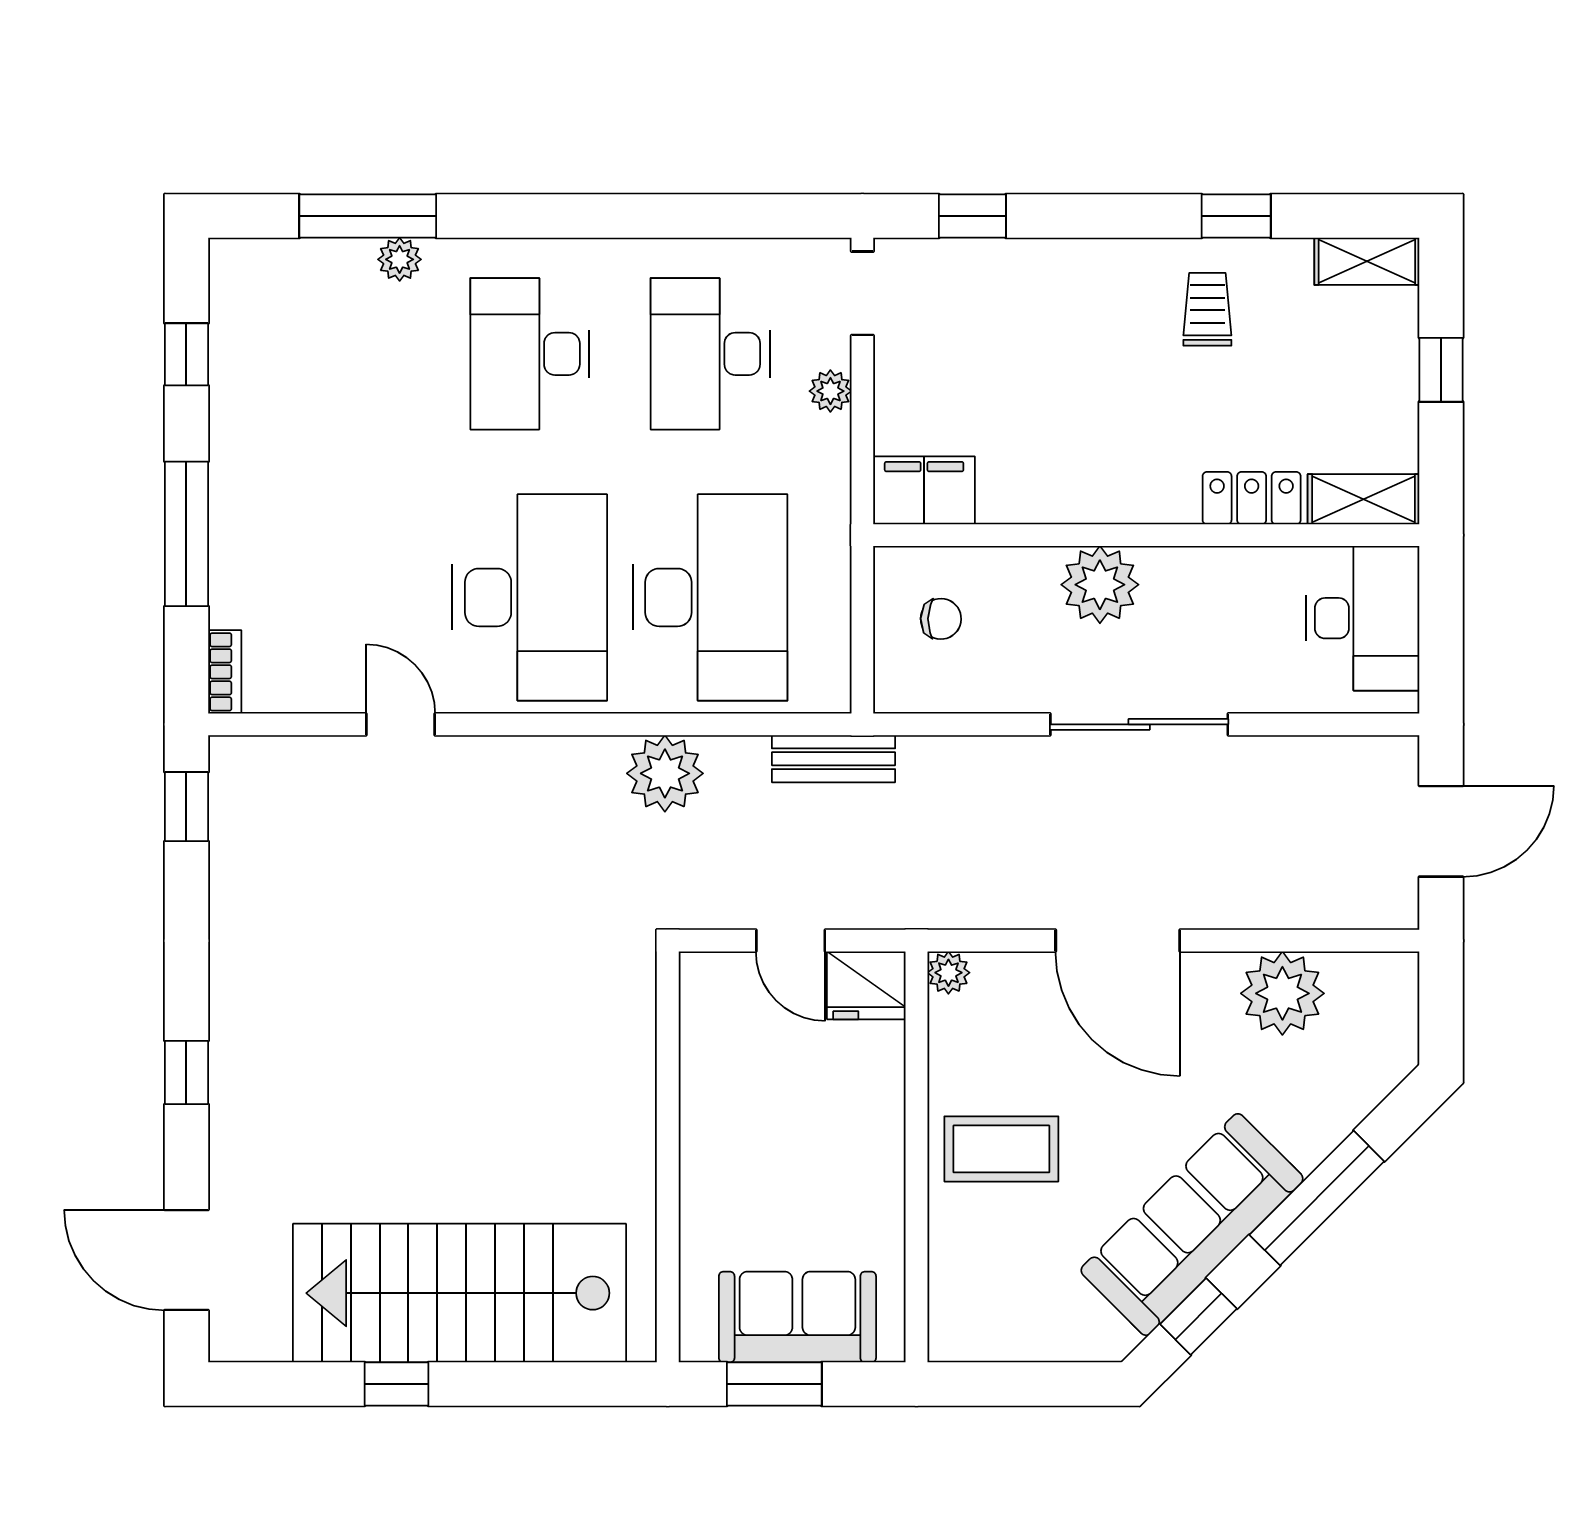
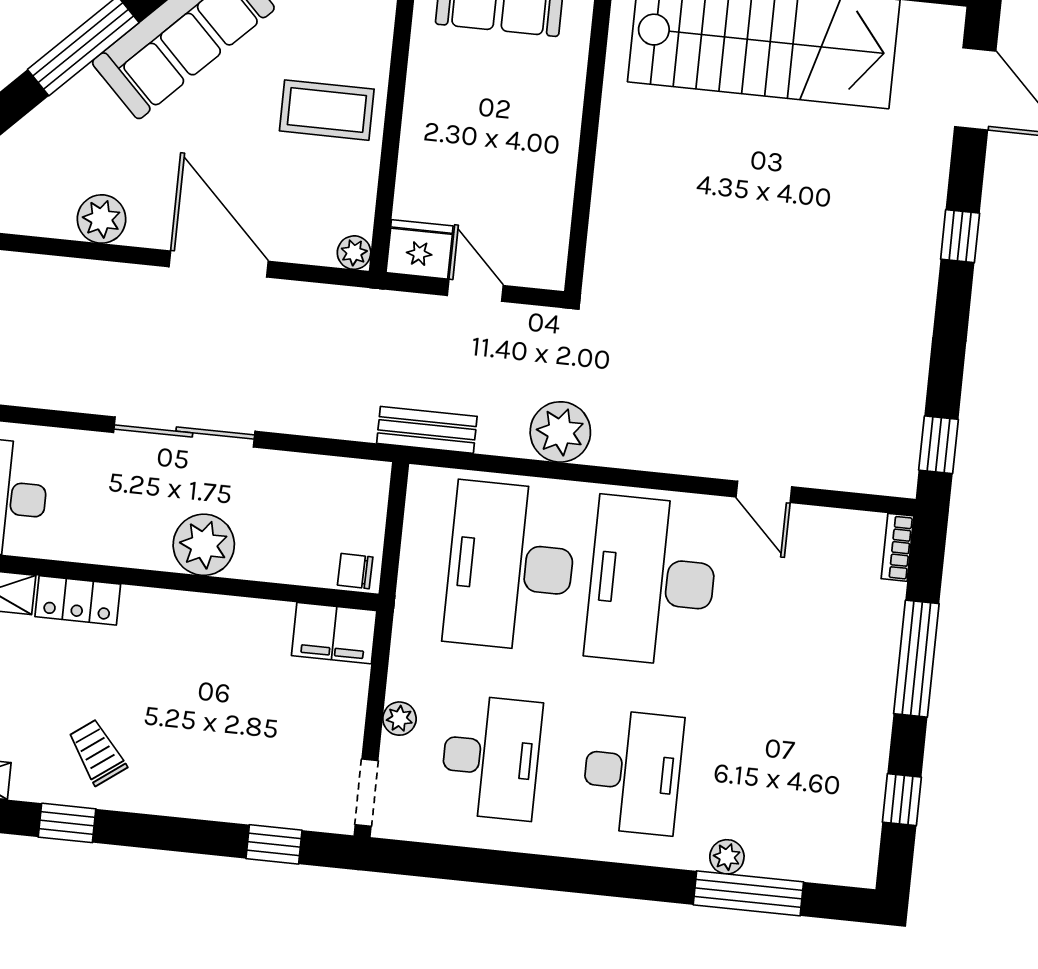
trolley: (1207, 309) -> (97, 752), turned 144
chair: (941, 619) -> (355, 571), moved
plant: (1282, 993) -> (102, 219), width x0.73, depth x0.73

